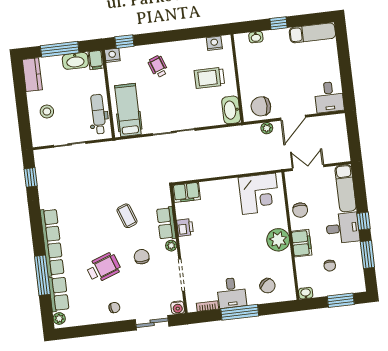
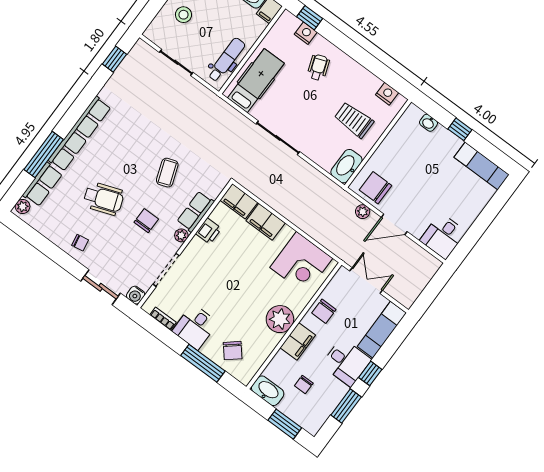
nightstand: (112, 55) -> (306, 33), moved
filing cabinet: (214, 189) -> (266, 222), added
washbasin: (306, 293) -> (268, 391), width x1.91, depth x1.45
window: (240, 312) -> (203, 363), moved

